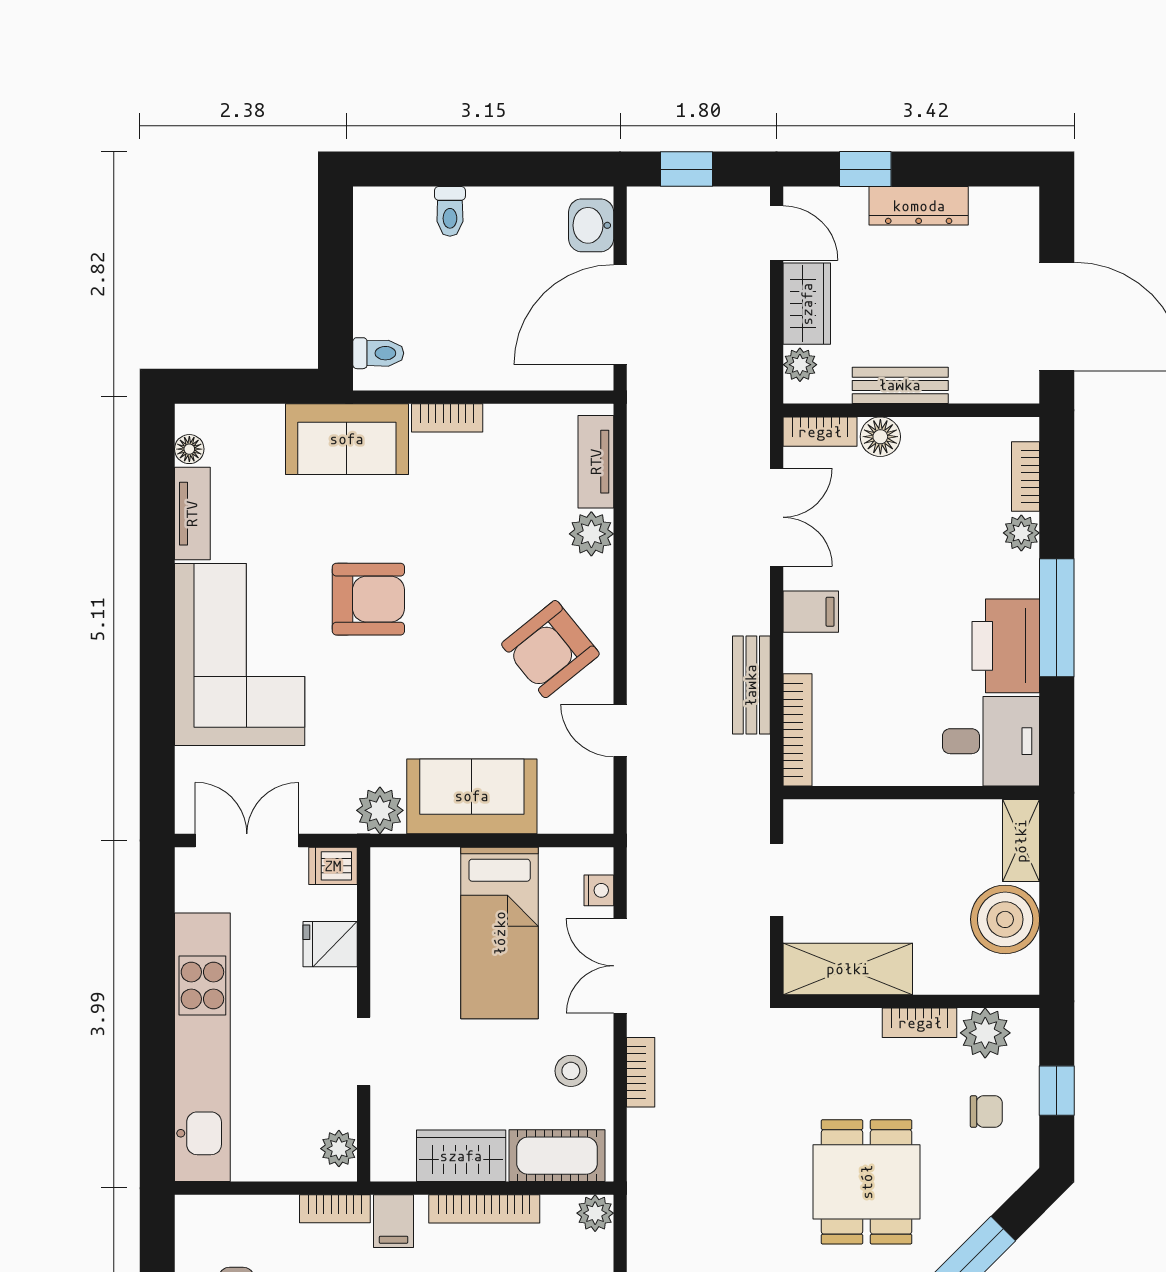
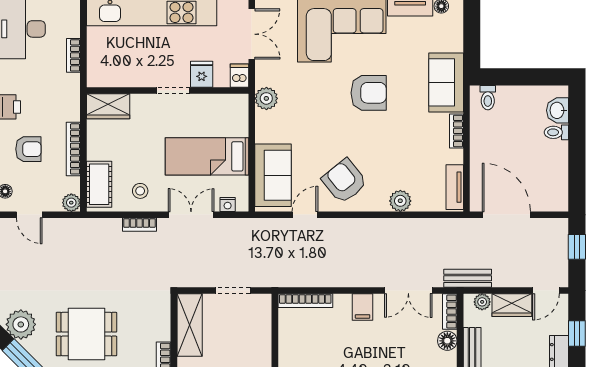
washbasin: (591, 225) -> (558, 110), moved, turned -90
tv unit: (596, 462) -> (455, 187), moved, turned -90
armchair: (368, 599) -> (369, 93), turned -90
bench: (751, 685) -> (468, 278), moved
sofa: (472, 796) -> (273, 175), moved
doorway: (364, 1051) -> (173, 91), moved
plant: (339, 1149) -> (103, 79), removed
wardrobe: (461, 1156) -> (108, 106), moved, turned 90
bookcase: (335, 1209) -> (73, 55), moved
filing cabinet: (394, 1221) -> (67, 105), removed

